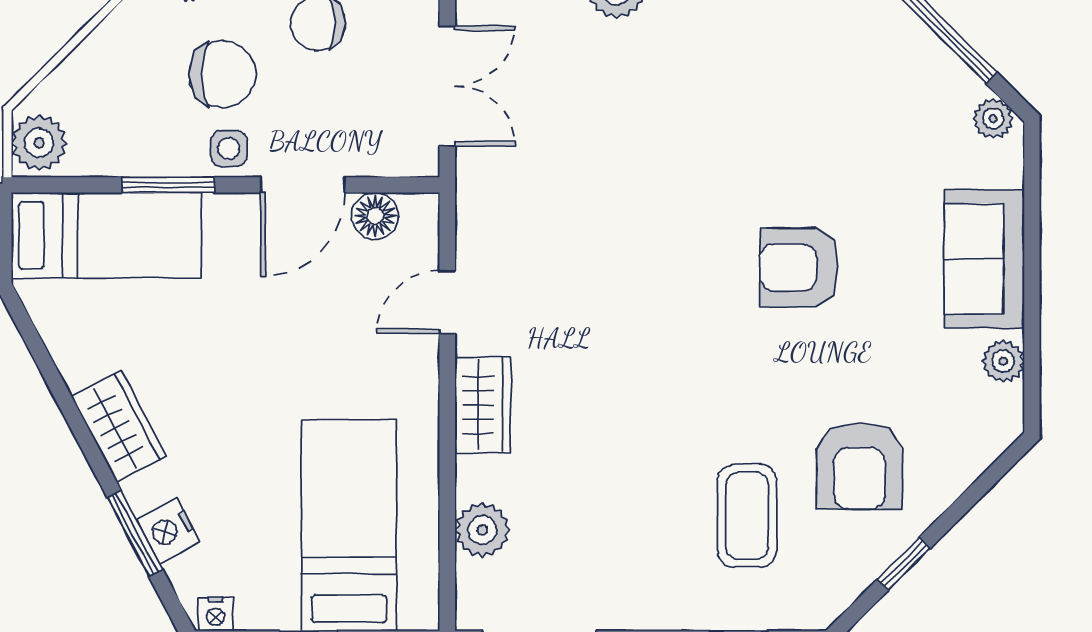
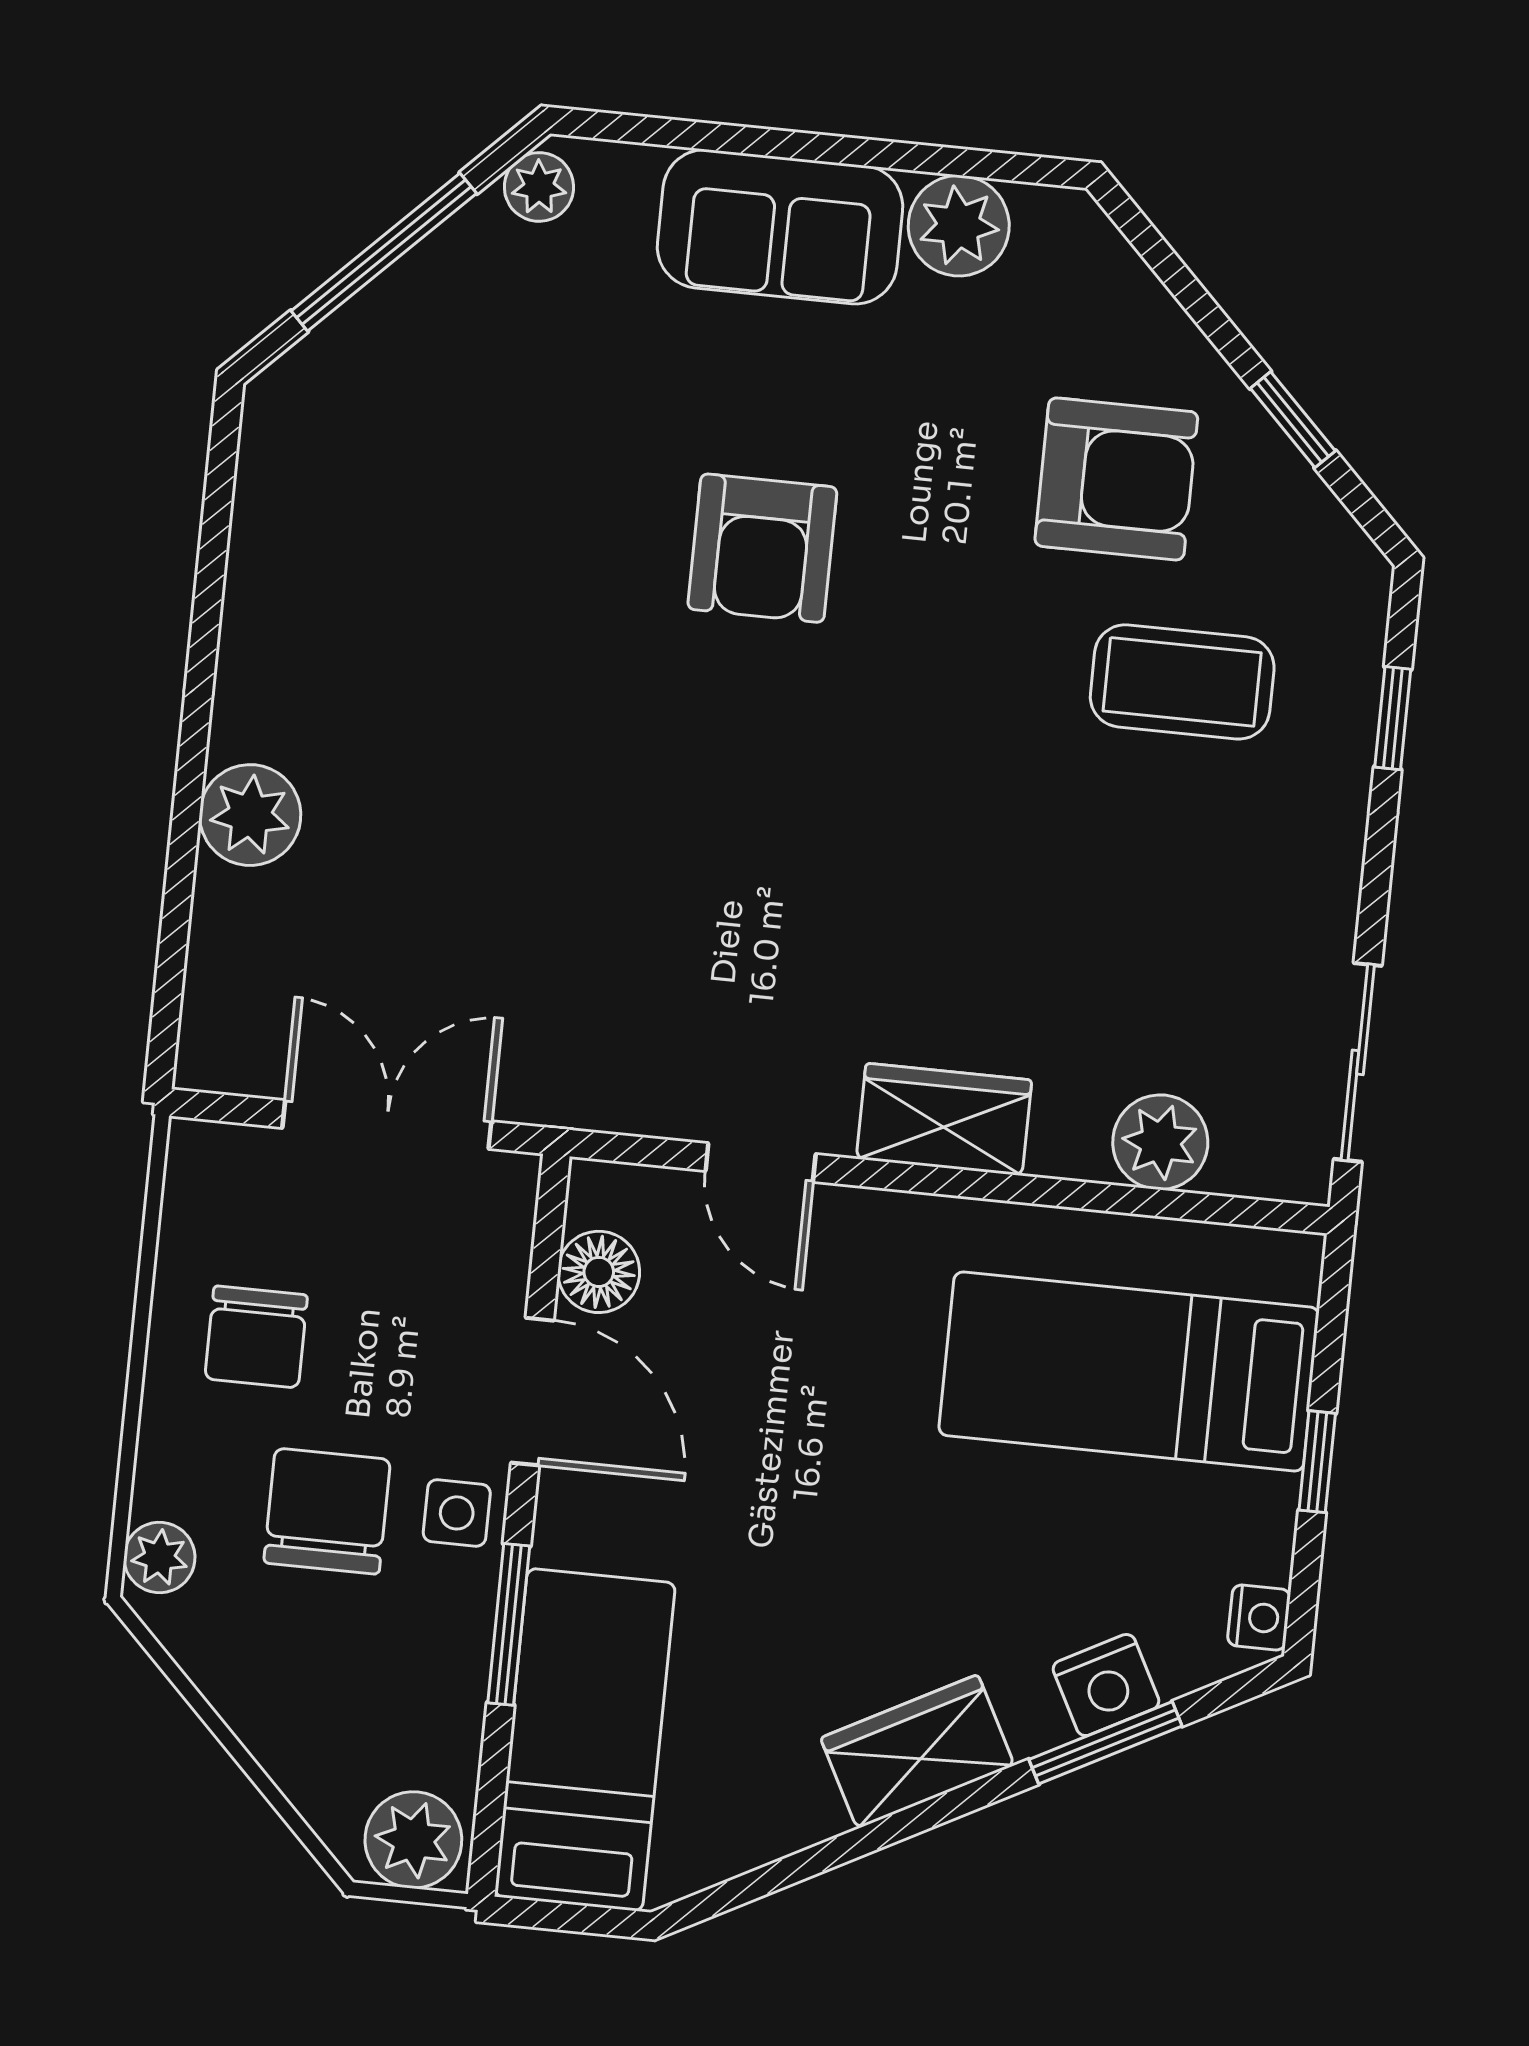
plant: (1003, 361) -> (959, 226), width x1.38, depth x1.38

